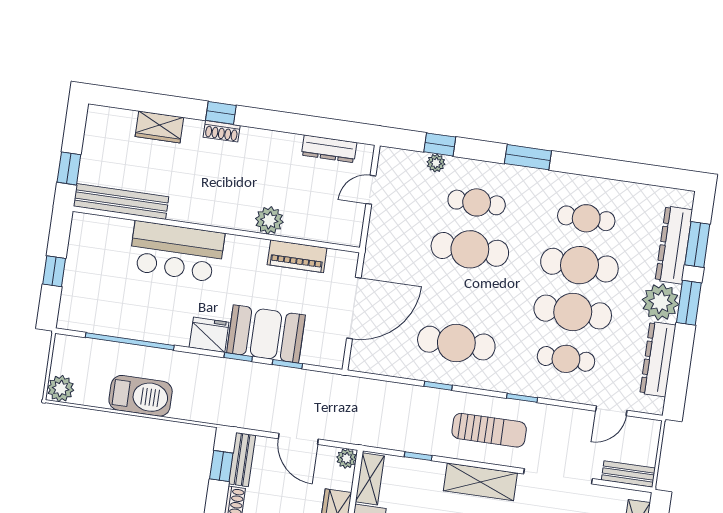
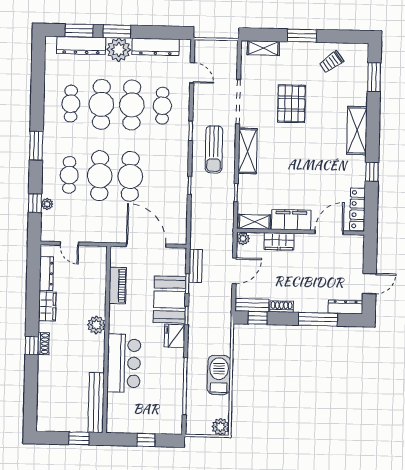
wardrobe: (159, 127) -> (47, 306), moved
plant: (269, 220) -> (96, 325), moved
cafe table: (456, 343) -> (130, 176), moved
sun lounger: (489, 430) -> (214, 149), turned 180
bench: (628, 474) -> (196, 266), moved

